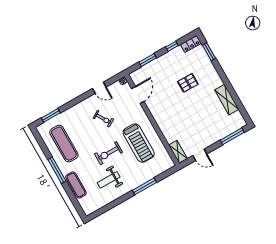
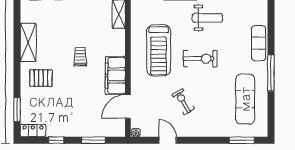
pallet: (188, 83) -> (41, 78), moved
trolley: (187, 110) -> (80, 57), added
filing cabinet: (158, 111) -> (115, 76), added
treadmill: (139, 143) -> (159, 50), turned 180
weight bench: (109, 180) -> (208, 18), moved

